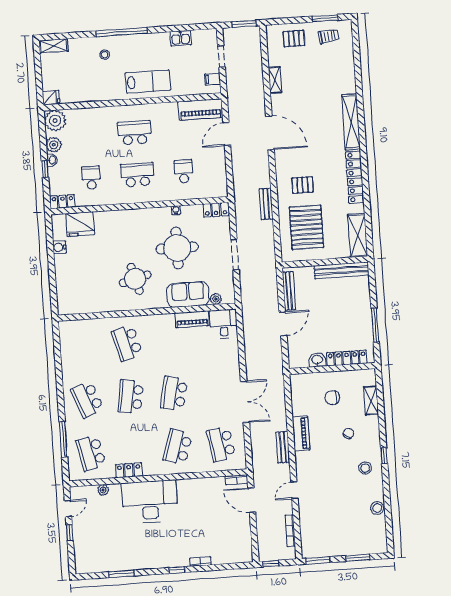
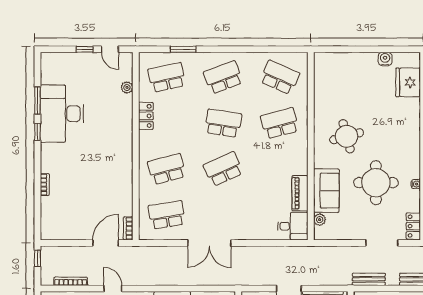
doorway: (235, 255) -> (382, 243), moved
school desk: (84, 346) -> (280, 77), added
school desk: (174, 394) -> (223, 169), turned -36
window: (63, 439) -> (183, 49), width x0.69
school desk: (178, 447) -> (167, 169), turned -33
bench: (283, 447) -> (369, 279), moved
desk: (150, 502) -> (62, 114), moved, turned 180
window: (177, 570) -> (37, 132), moved

